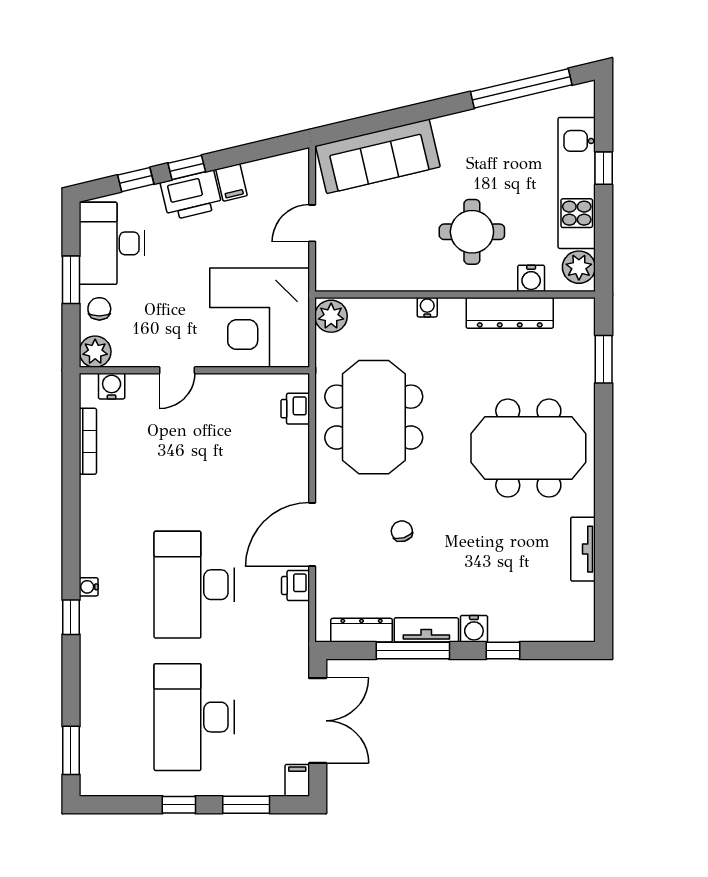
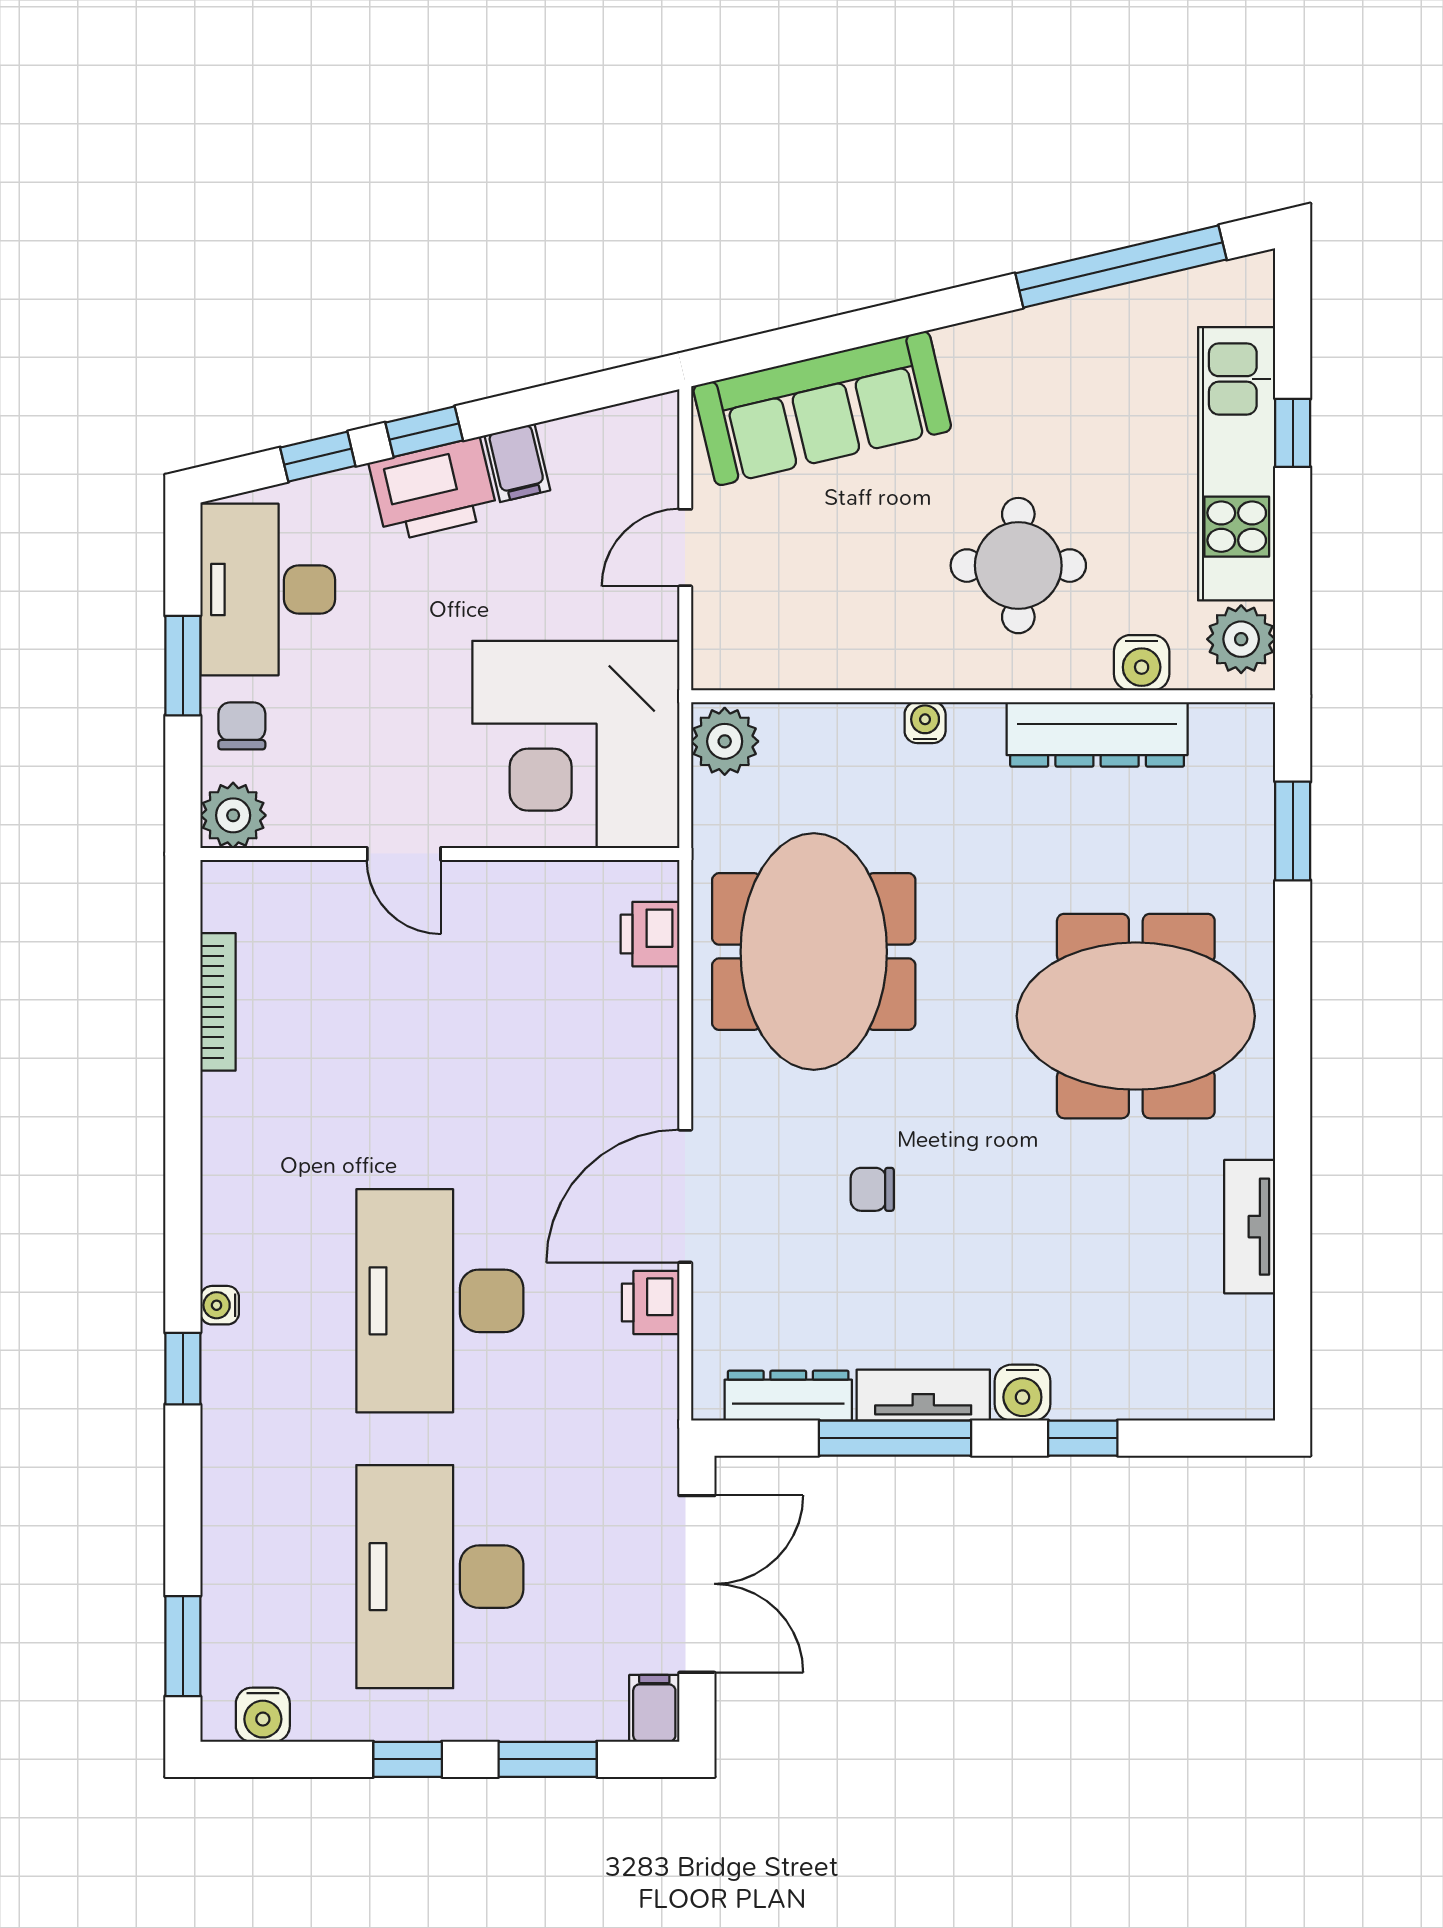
door: (177, 370) -> (404, 854), hinge flipped
water cooler: (112, 386) -> (263, 1715), moved, turned 180
chair: (402, 531) -> (872, 1189), turned -73

